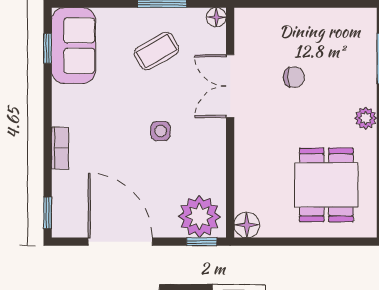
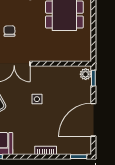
plant: (199, 216) -> (86, 74), width x0.53, depth x0.53
floor lamp: (247, 225) -> (85, 55), removed

